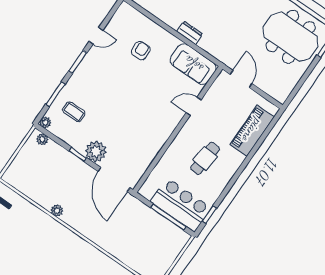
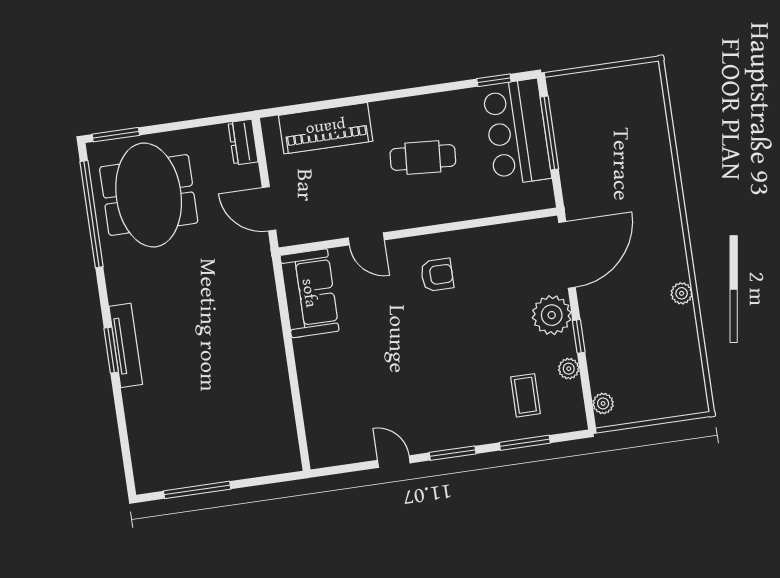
dresser: (190, 33) -> (243, 142), moved
armchair: (141, 51) -> (437, 275), moved, turned 180
door: (241, 79) -> (269, 209), hinge flipped
plant: (45, 122) -> (569, 369), moved

